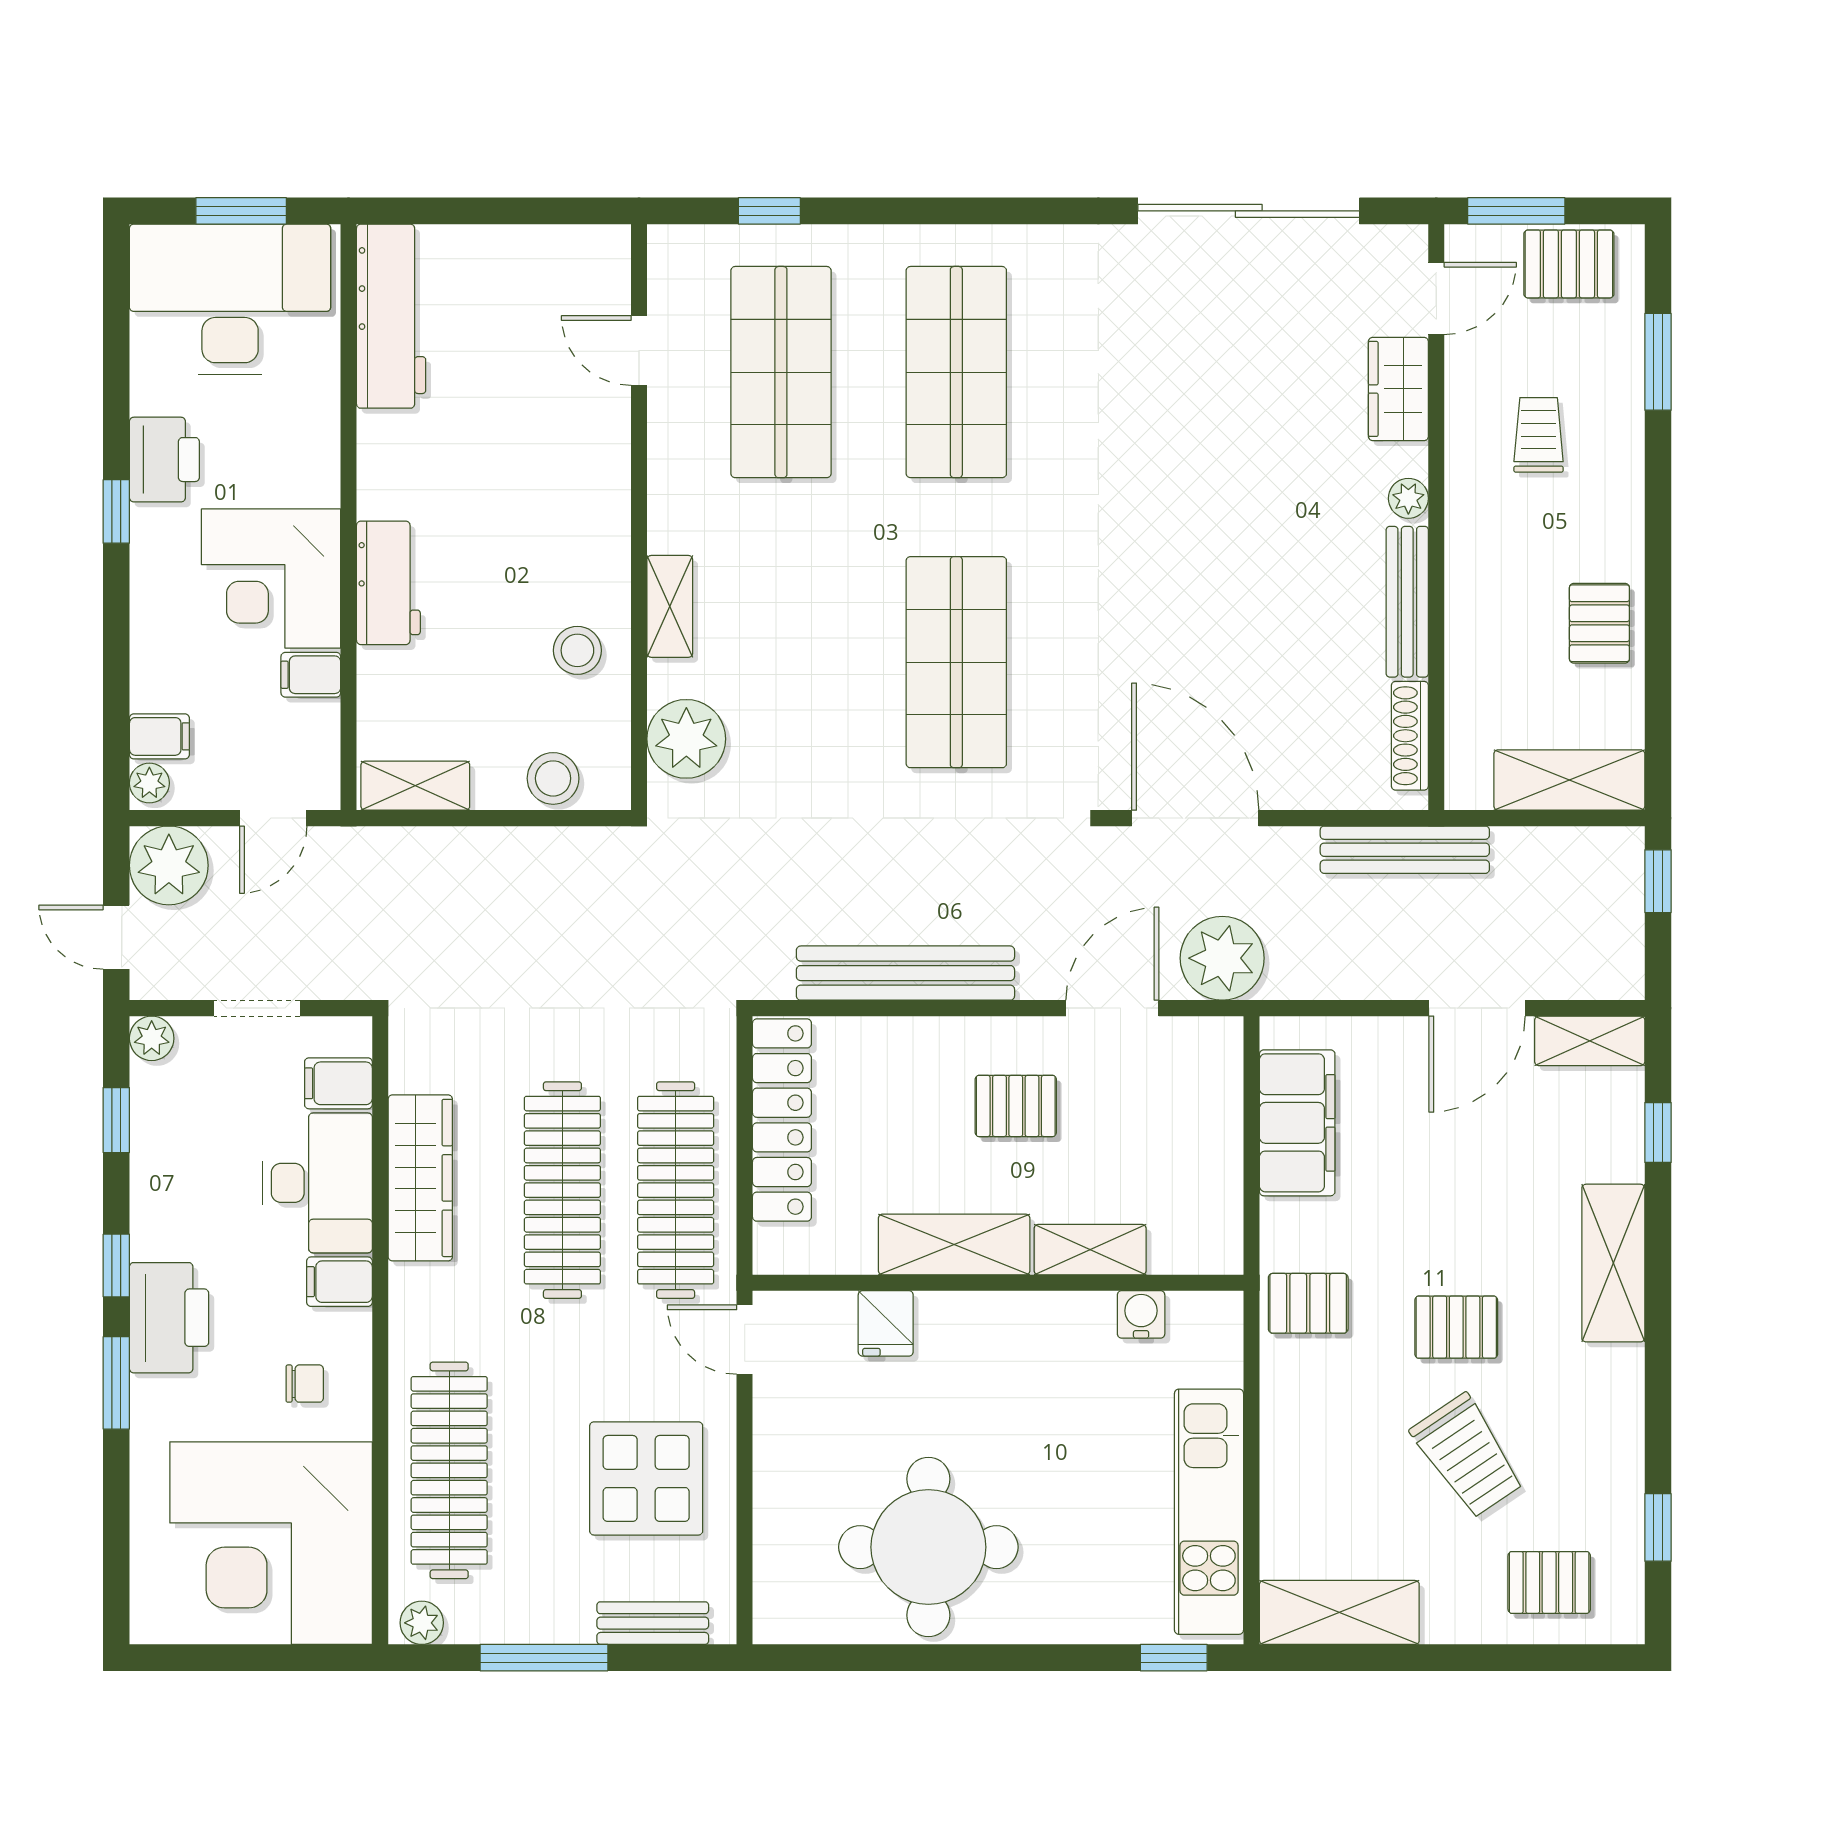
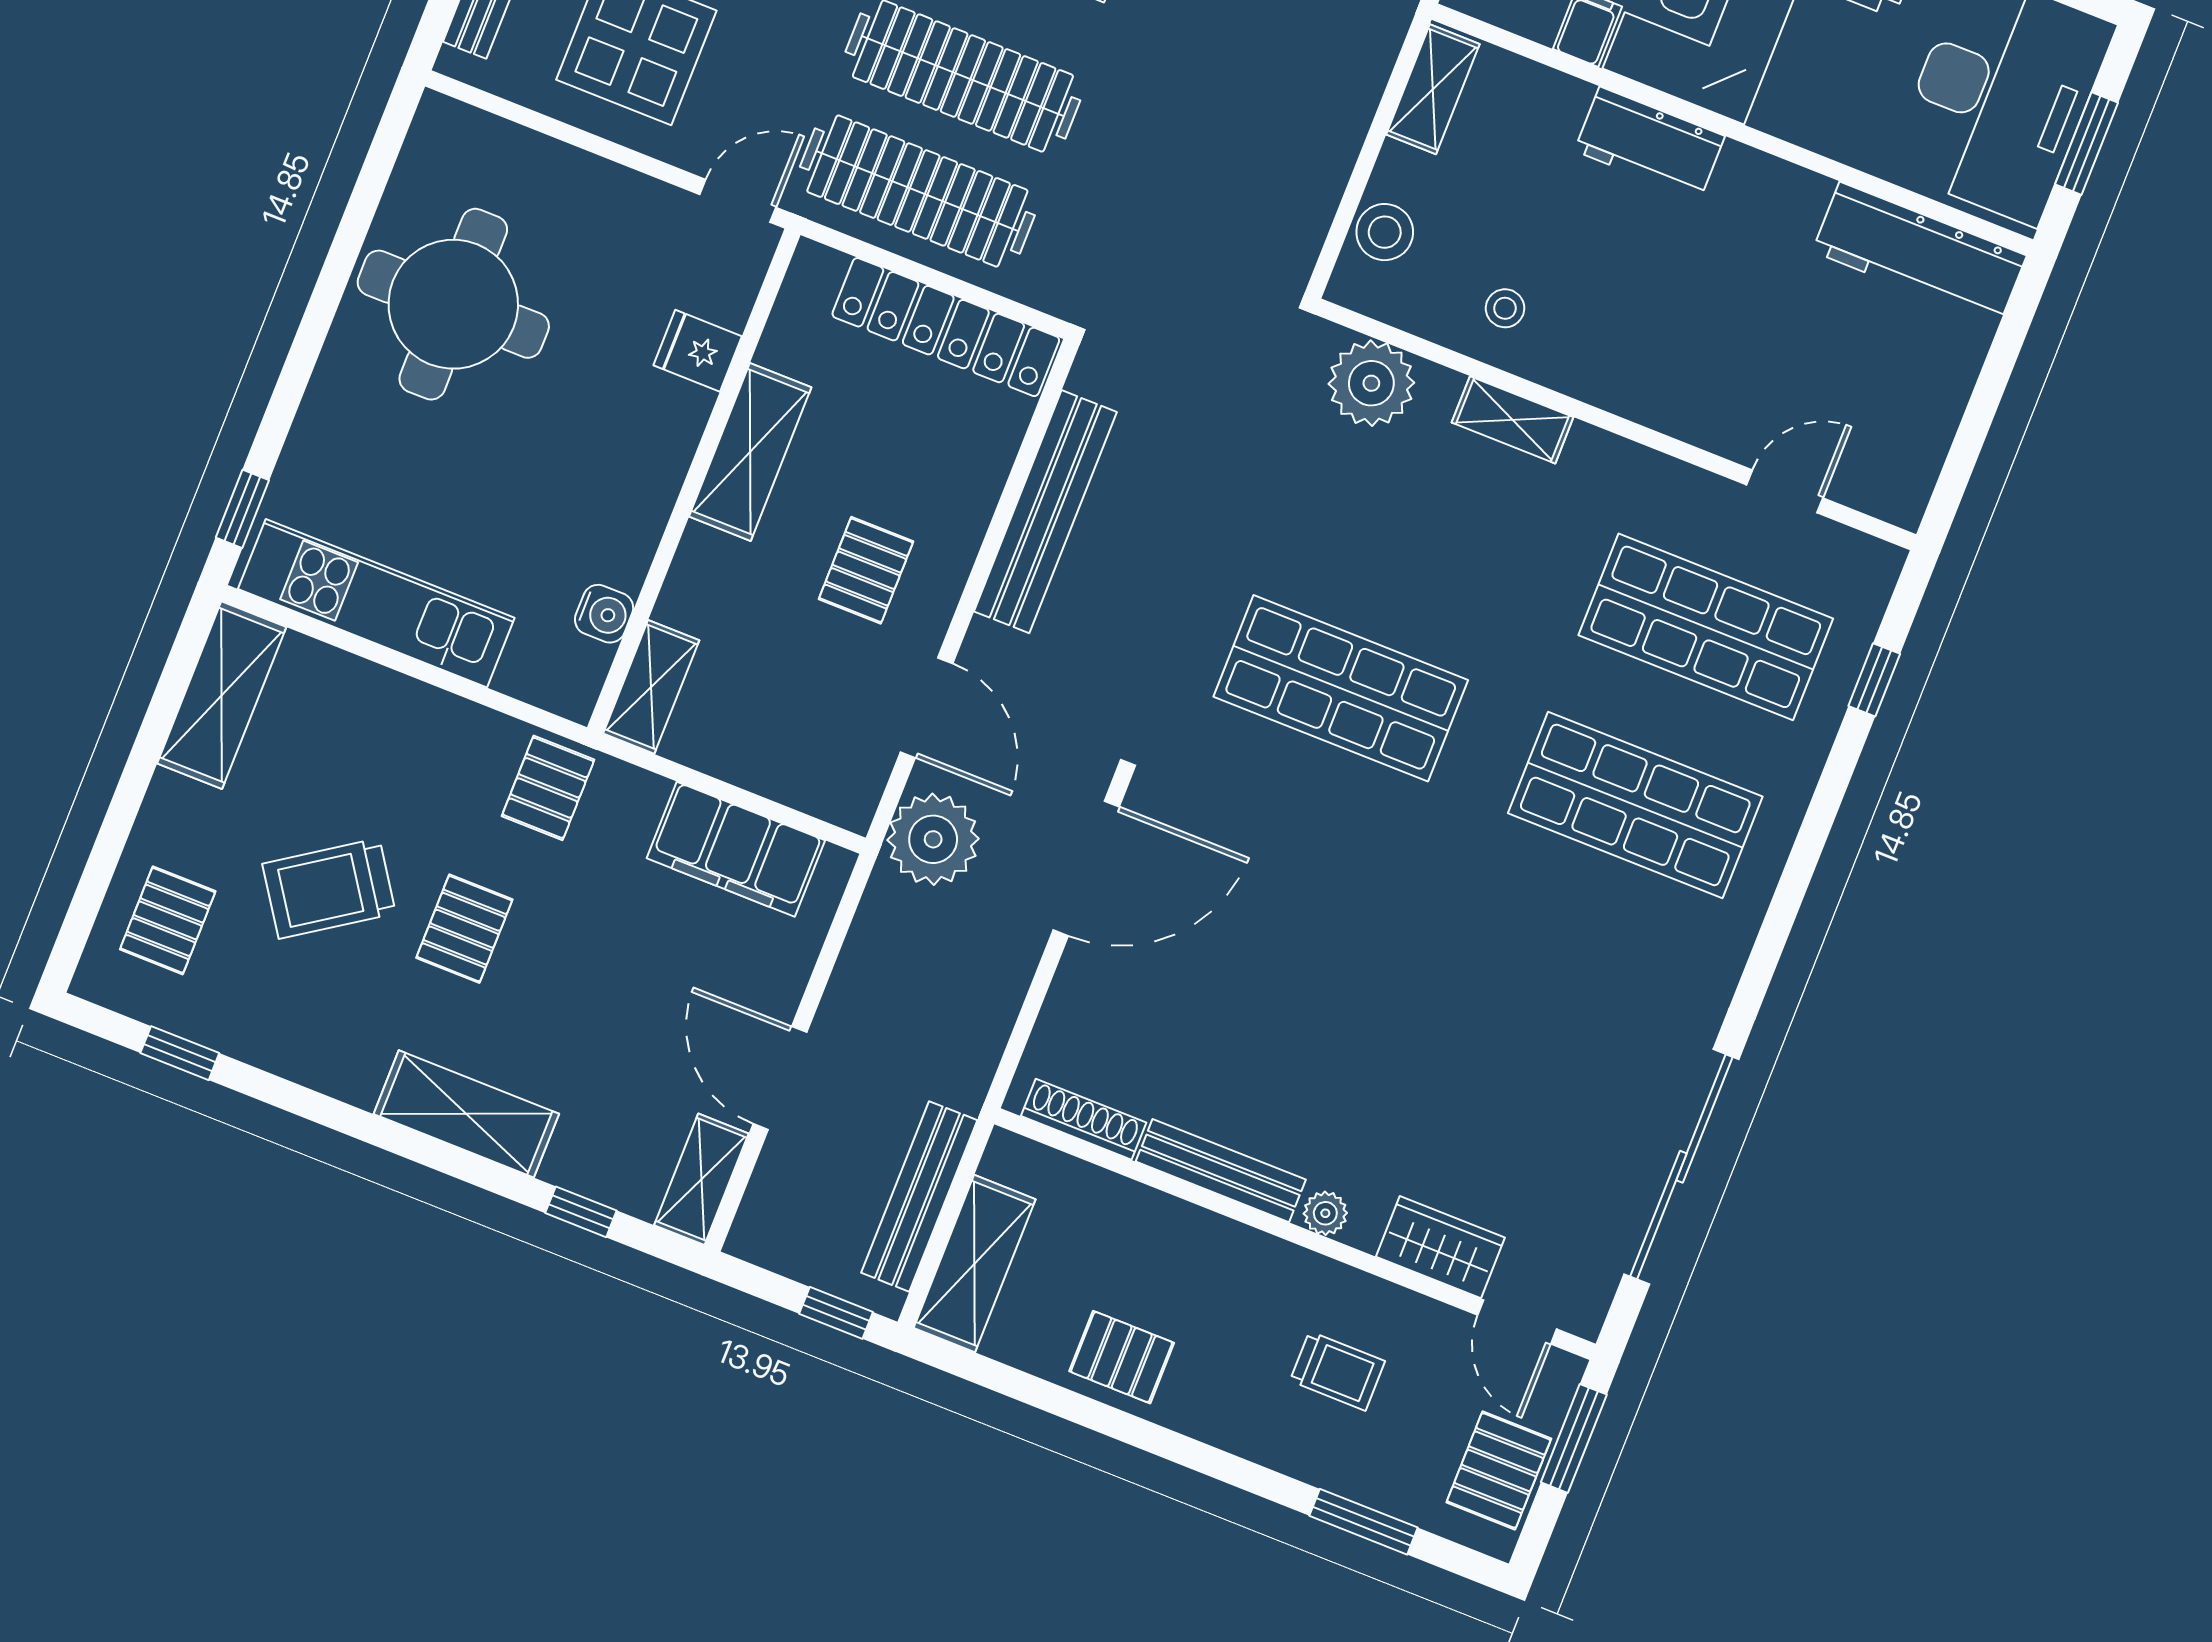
stool: (577, 650) -> (1505, 308), width x0.73, depth x0.73
bench: (1405, 850) -> (919, 1196), moved
shelving: (1090, 1250) -> (651, 687), moved

